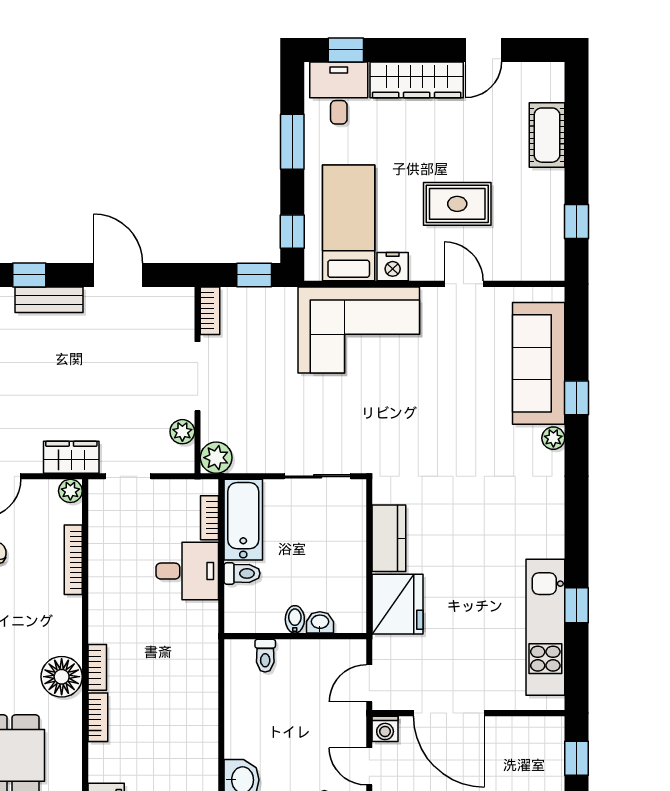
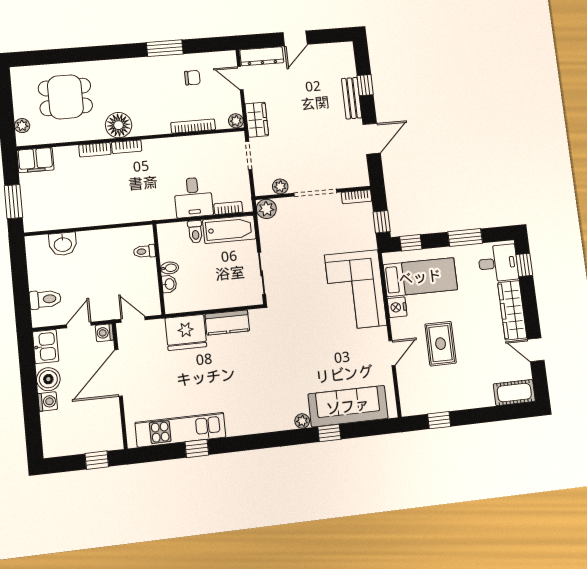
cot: (547, 135) -> (514, 393), moved

